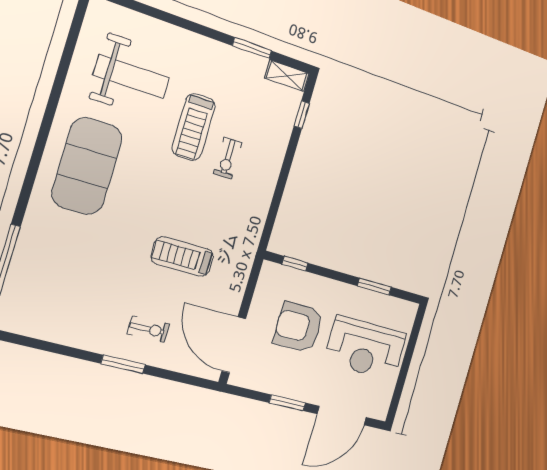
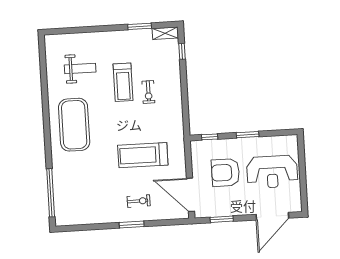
weight bench: (132, 76) -> (80, 68), width x0.73, depth x0.75
treadmill: (182, 257) -> (143, 155), width x1.37, depth x1.38
window: (374, 287) -> (248, 135), moved
window: (287, 403) -> (222, 219), moved

